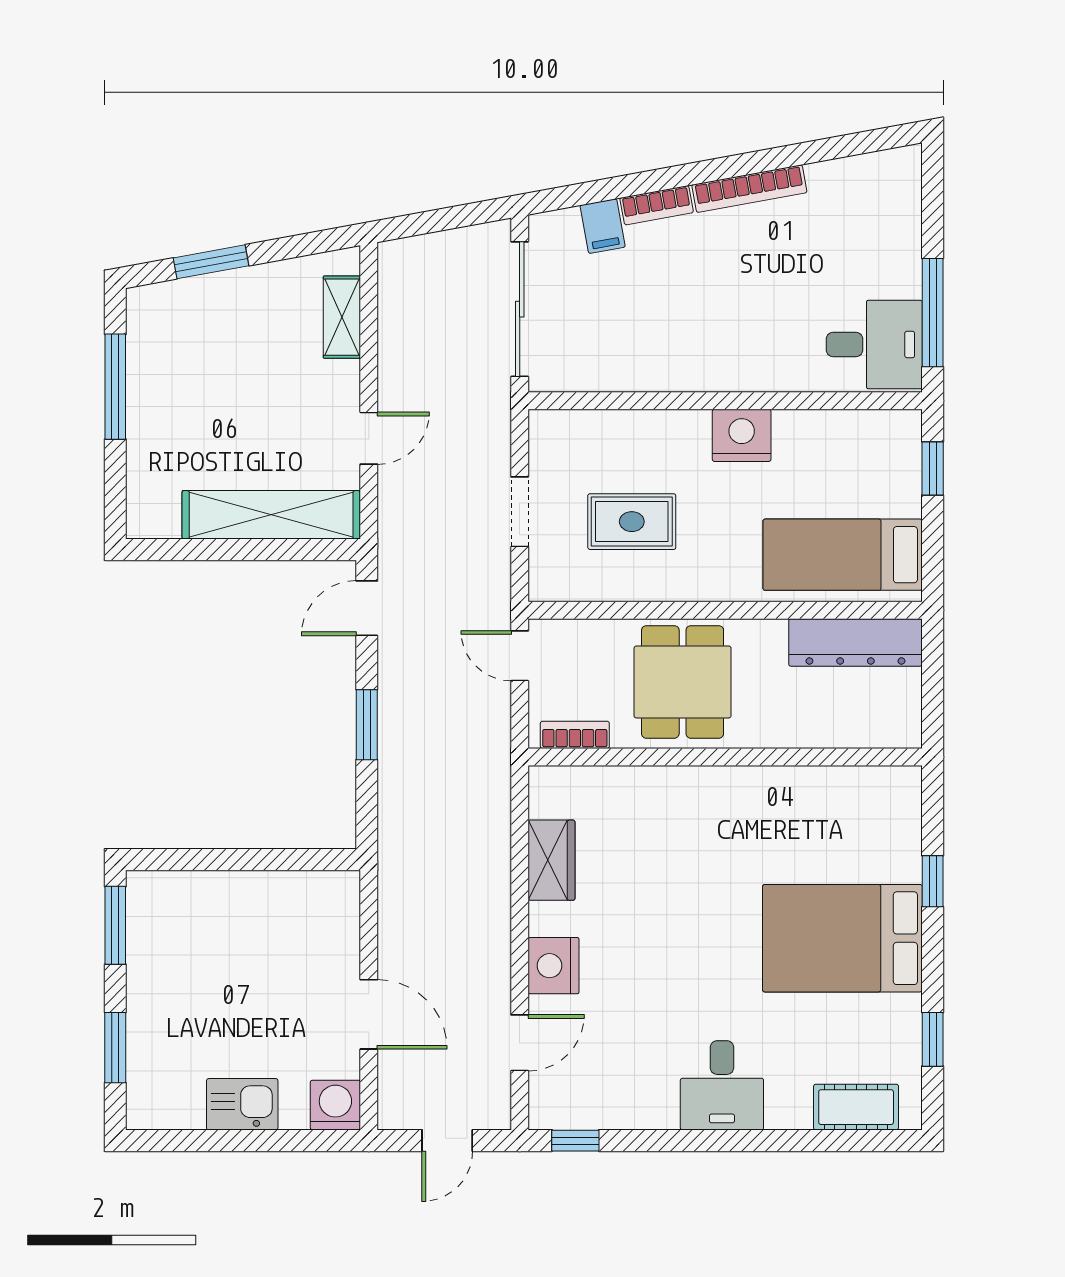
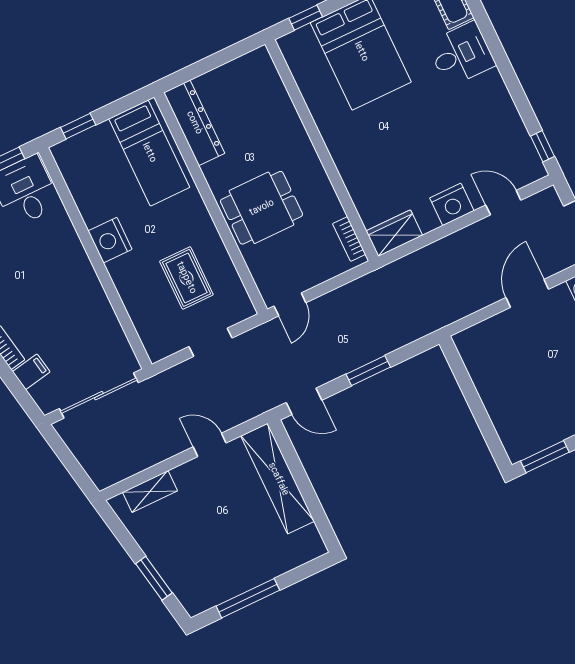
bookcase: (575, 735) -> (349, 239), moved
wall: (725, 757) -> (322, 150), moved
desk: (722, 1085) -> (461, 54), moved

